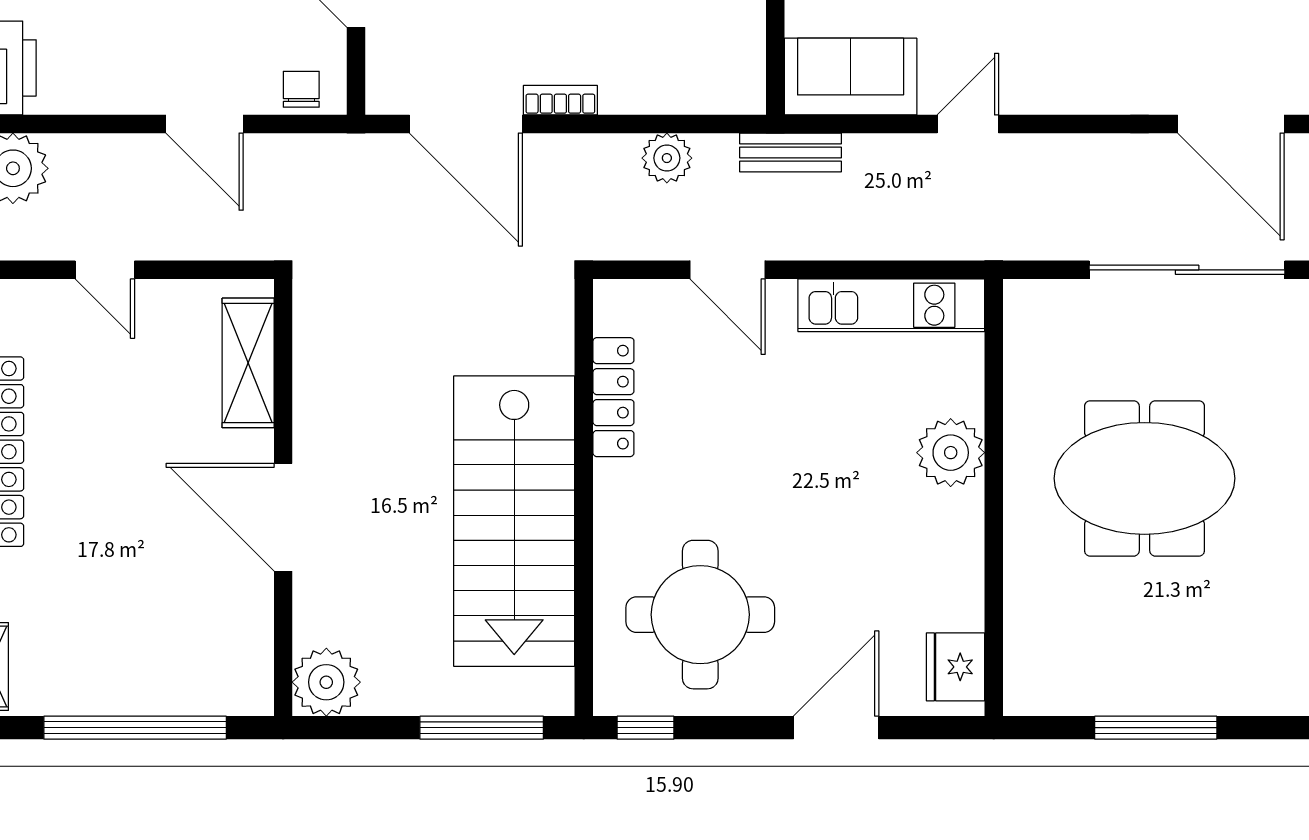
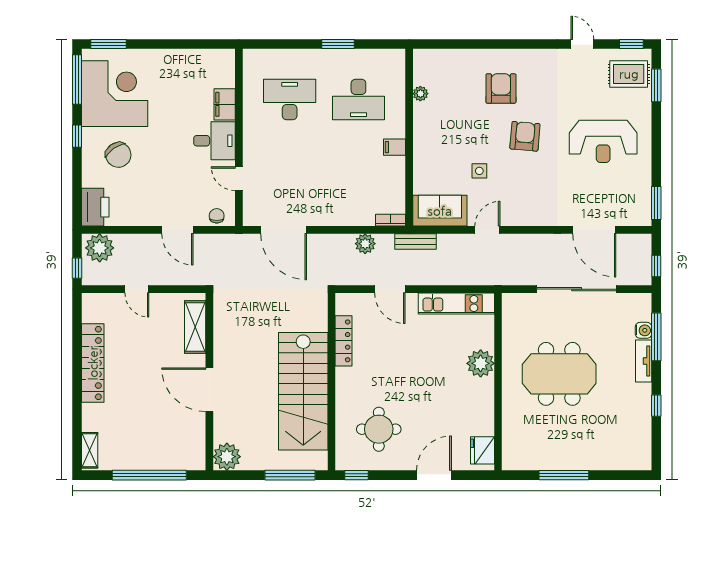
bookcase: (560, 100) -> (391, 220), moved
round table: (700, 615) -> (379, 429), width x0.73, depth x0.73

